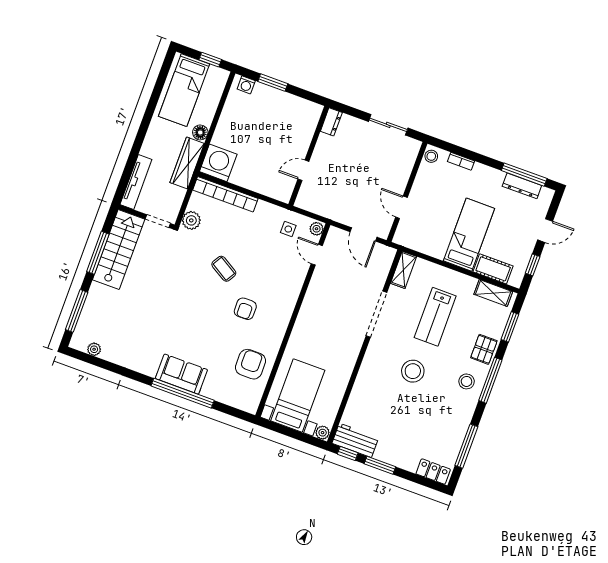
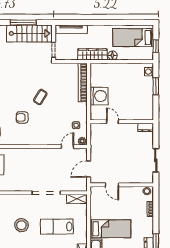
washing machine: (218, 163) -> (99, 96), moved
door: (401, 207) -> (112, 185), swing flipped
plant: (191, 220) -> (61, 69), removed

